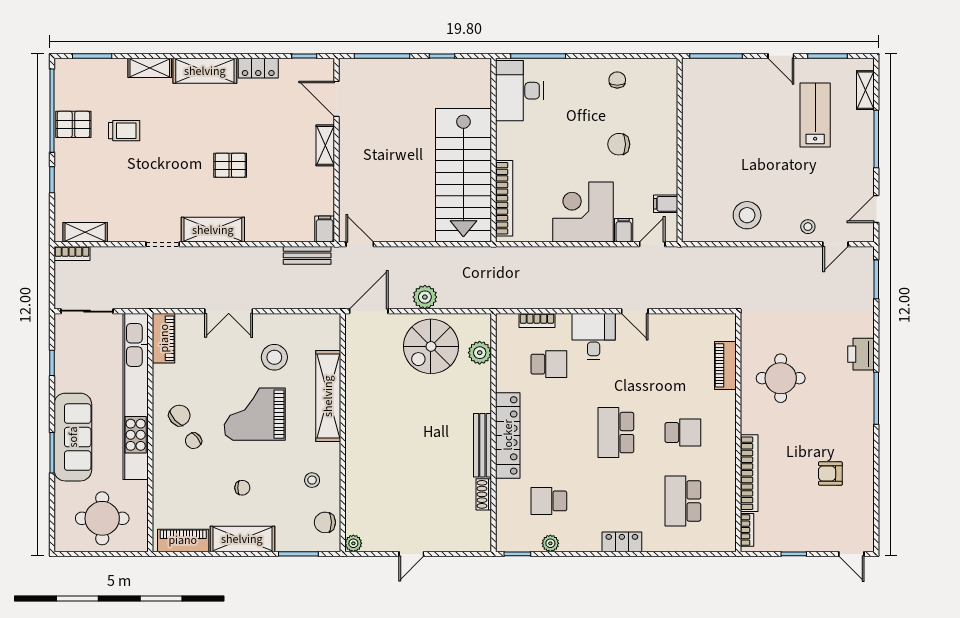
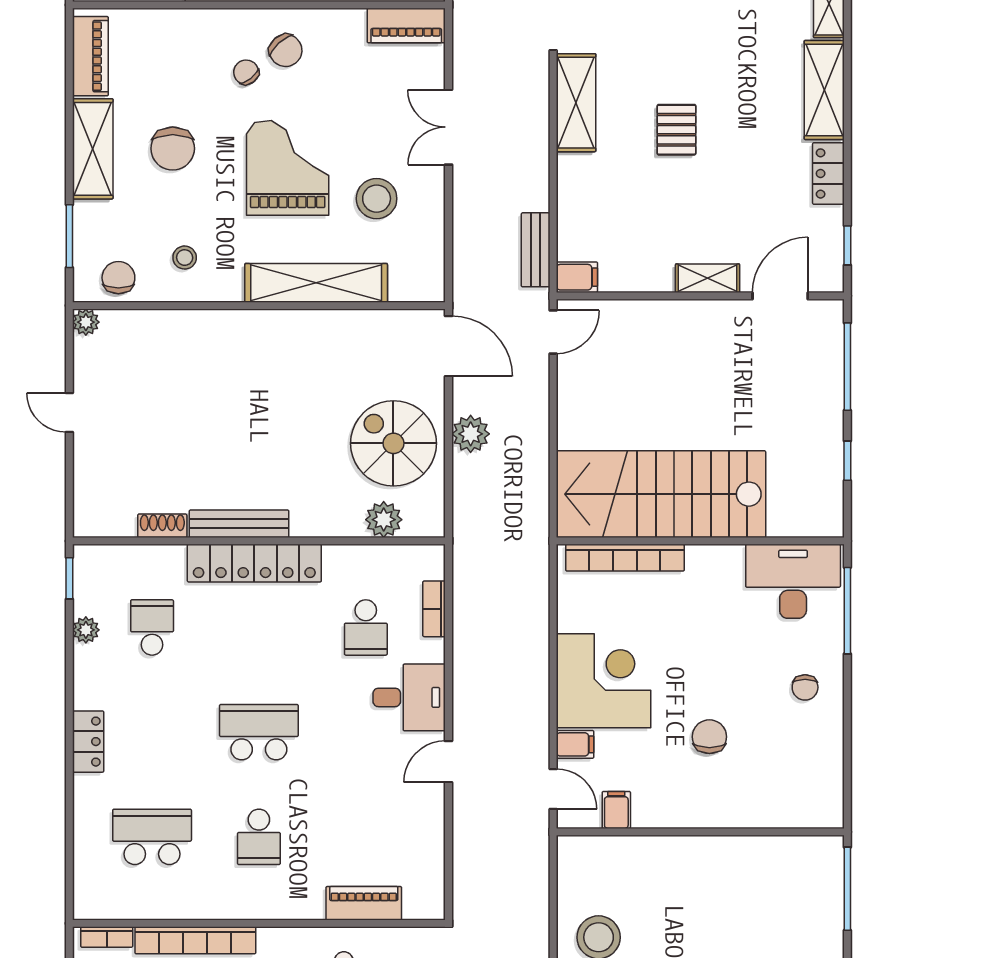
chair: (617, 80) -> (805, 687), moved, turned 90
chair: (242, 488) -> (173, 149), width x1.87, depth x1.87

